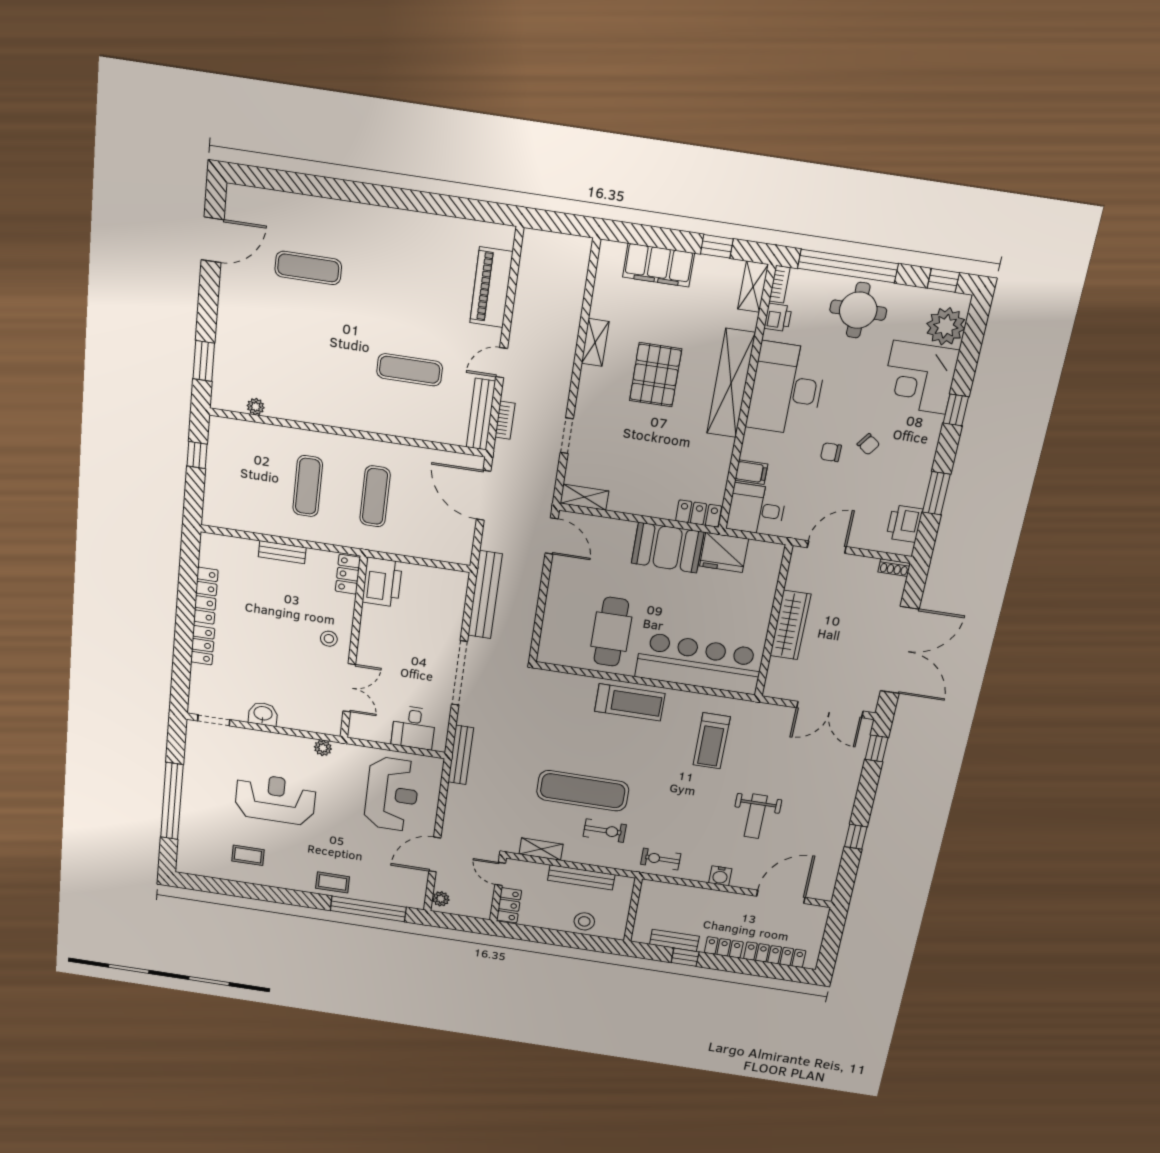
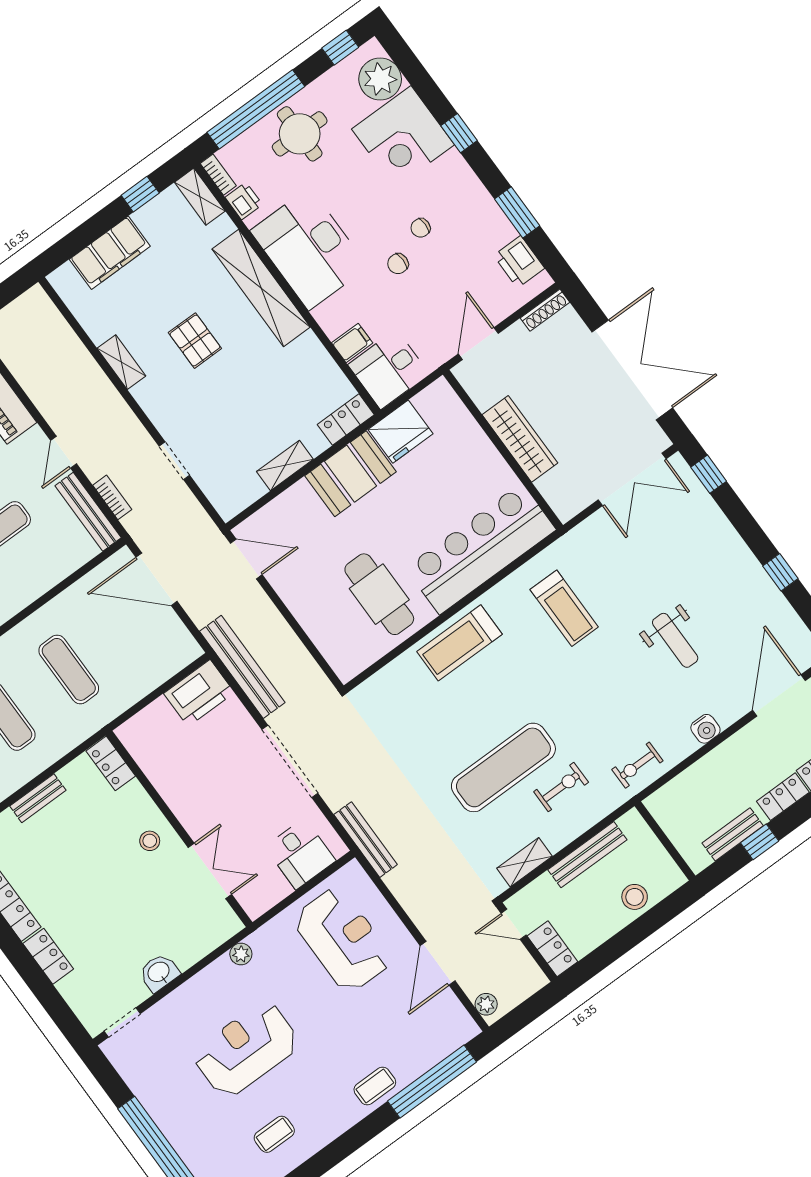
pallet: (656, 375) -> (195, 341), width x0.67, depth x0.71
chair: (868, 444) -> (421, 228), turned 143
shelving: (584, 497) -> (285, 465), moved
shoe rack: (894, 568) -> (545, 310), width x1.43
printer: (382, 582) -> (199, 693), moved, turned 90
treadmill: (630, 702) -> (460, 643), turned 180

